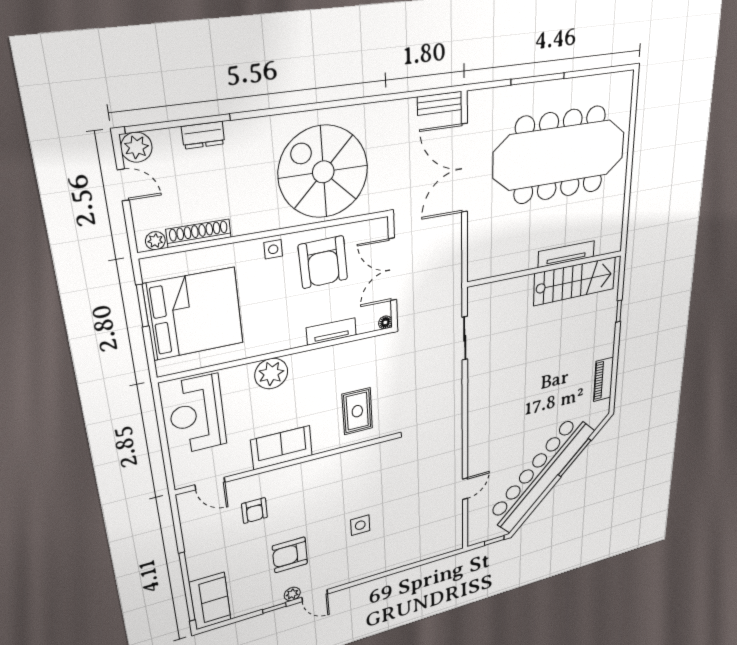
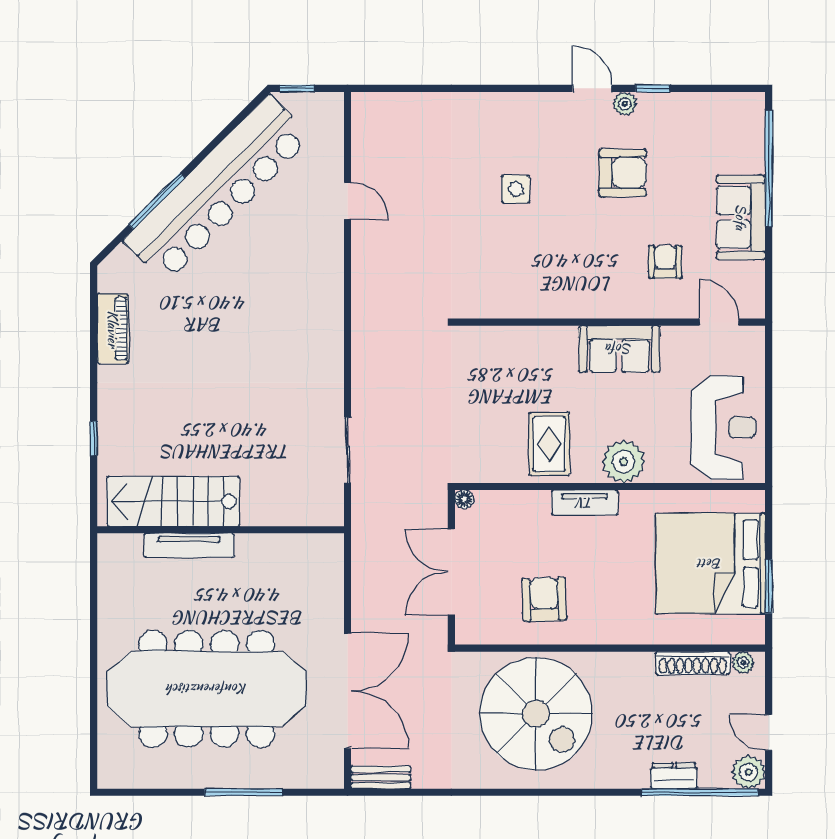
side table: (273, 249) -> (606, 627), removed
armchair: (323, 262) -> (544, 599), width x0.73, depth x0.73
double door: (392, 270) -> (451, 572), swing flipped
tv unit: (331, 331) -> (585, 503), moved
rug: (357, 411) -> (549, 444), moved
door: (465, 489) -> (347, 201), swing flipped
sofa: (210, 601) -> (741, 217), moved

